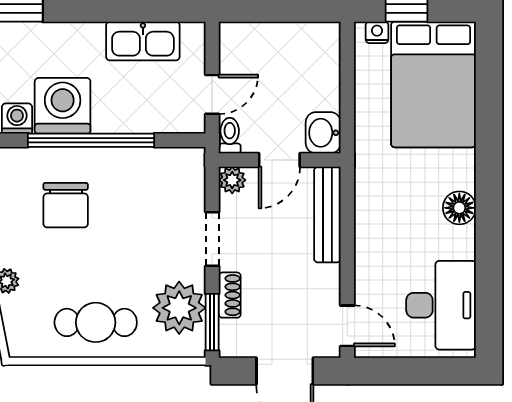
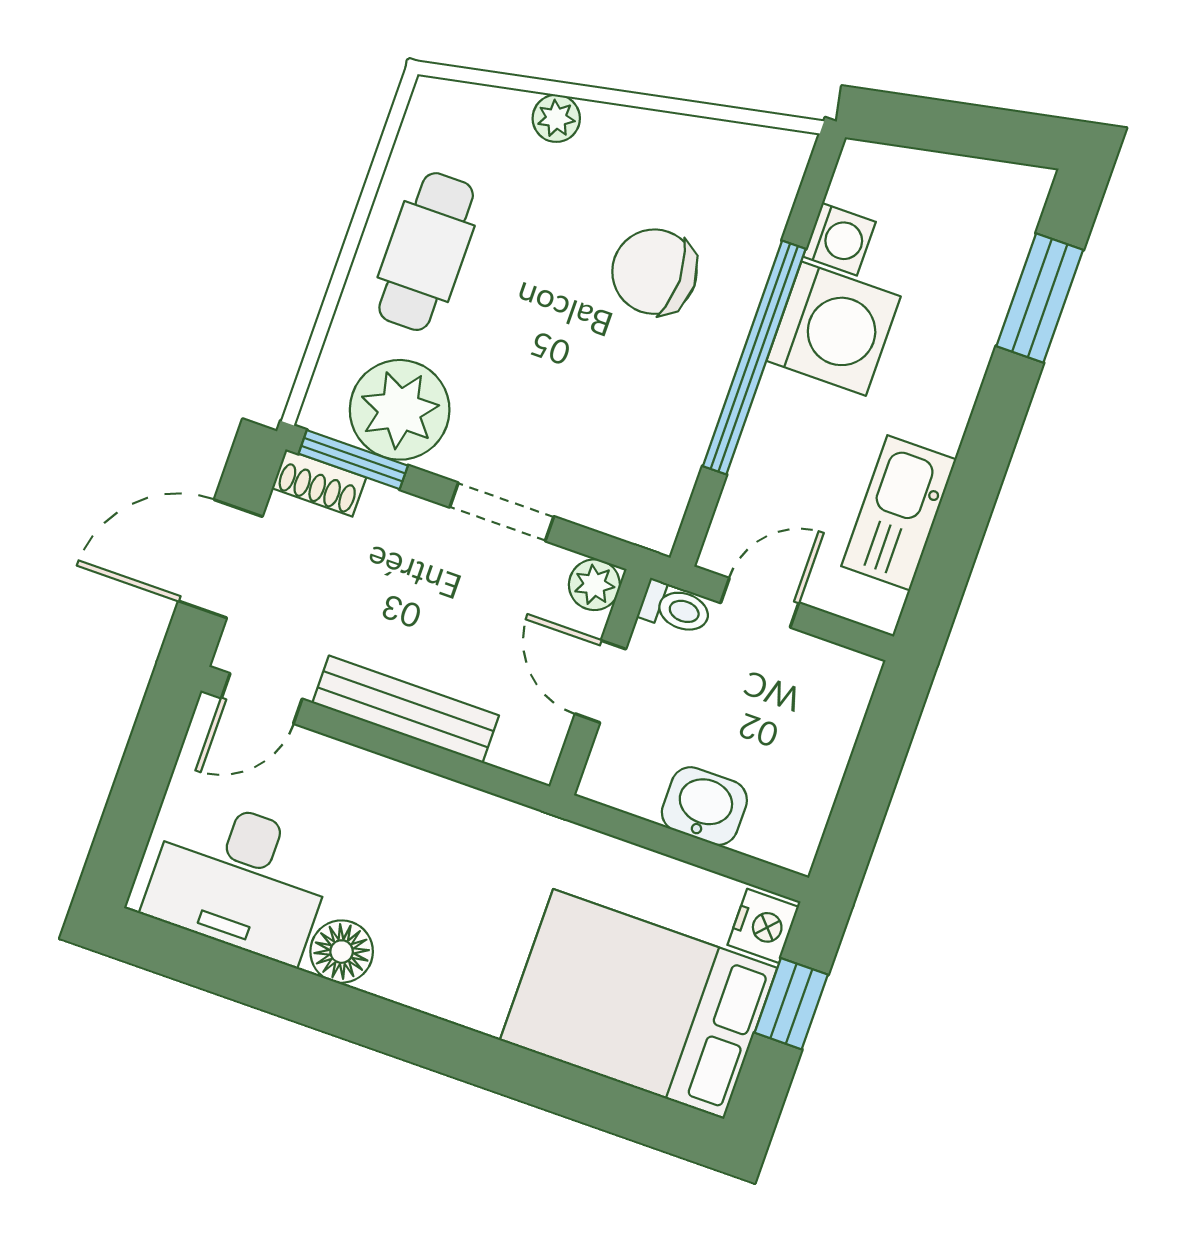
nightstand: (377, 32) -> (763, 926), width x1.39, depth x1.35
door: (212, 94) -> (760, 603), swing flipped
washbasin: (323, 133) -> (704, 806), moved
floor lamp: (459, 208) -> (342, 952), moved
bench: (327, 215) -> (406, 709), moved
shoe rack: (230, 295) -> (319, 483), moved

